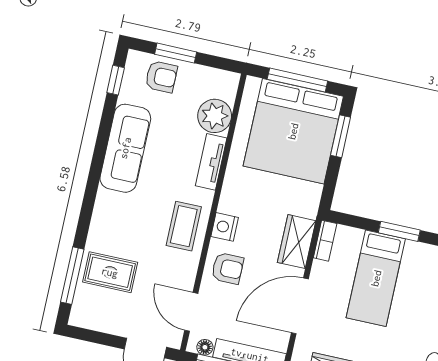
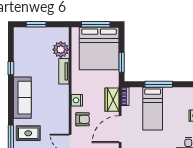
armchair: (161, 77) -> (32, 37), removed
window: (116, 80) -> (11, 68), moved
window: (341, 136) -> (122, 62), moved
sofa: (125, 148) -> (22, 98), moved
coffee table: (184, 226) -> (58, 104), removed
window: (399, 231) -> (159, 84), width x1.44

